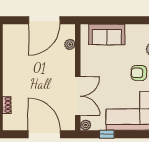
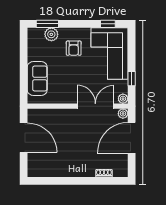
plant: (70, 44) -> (123, 114), moved

